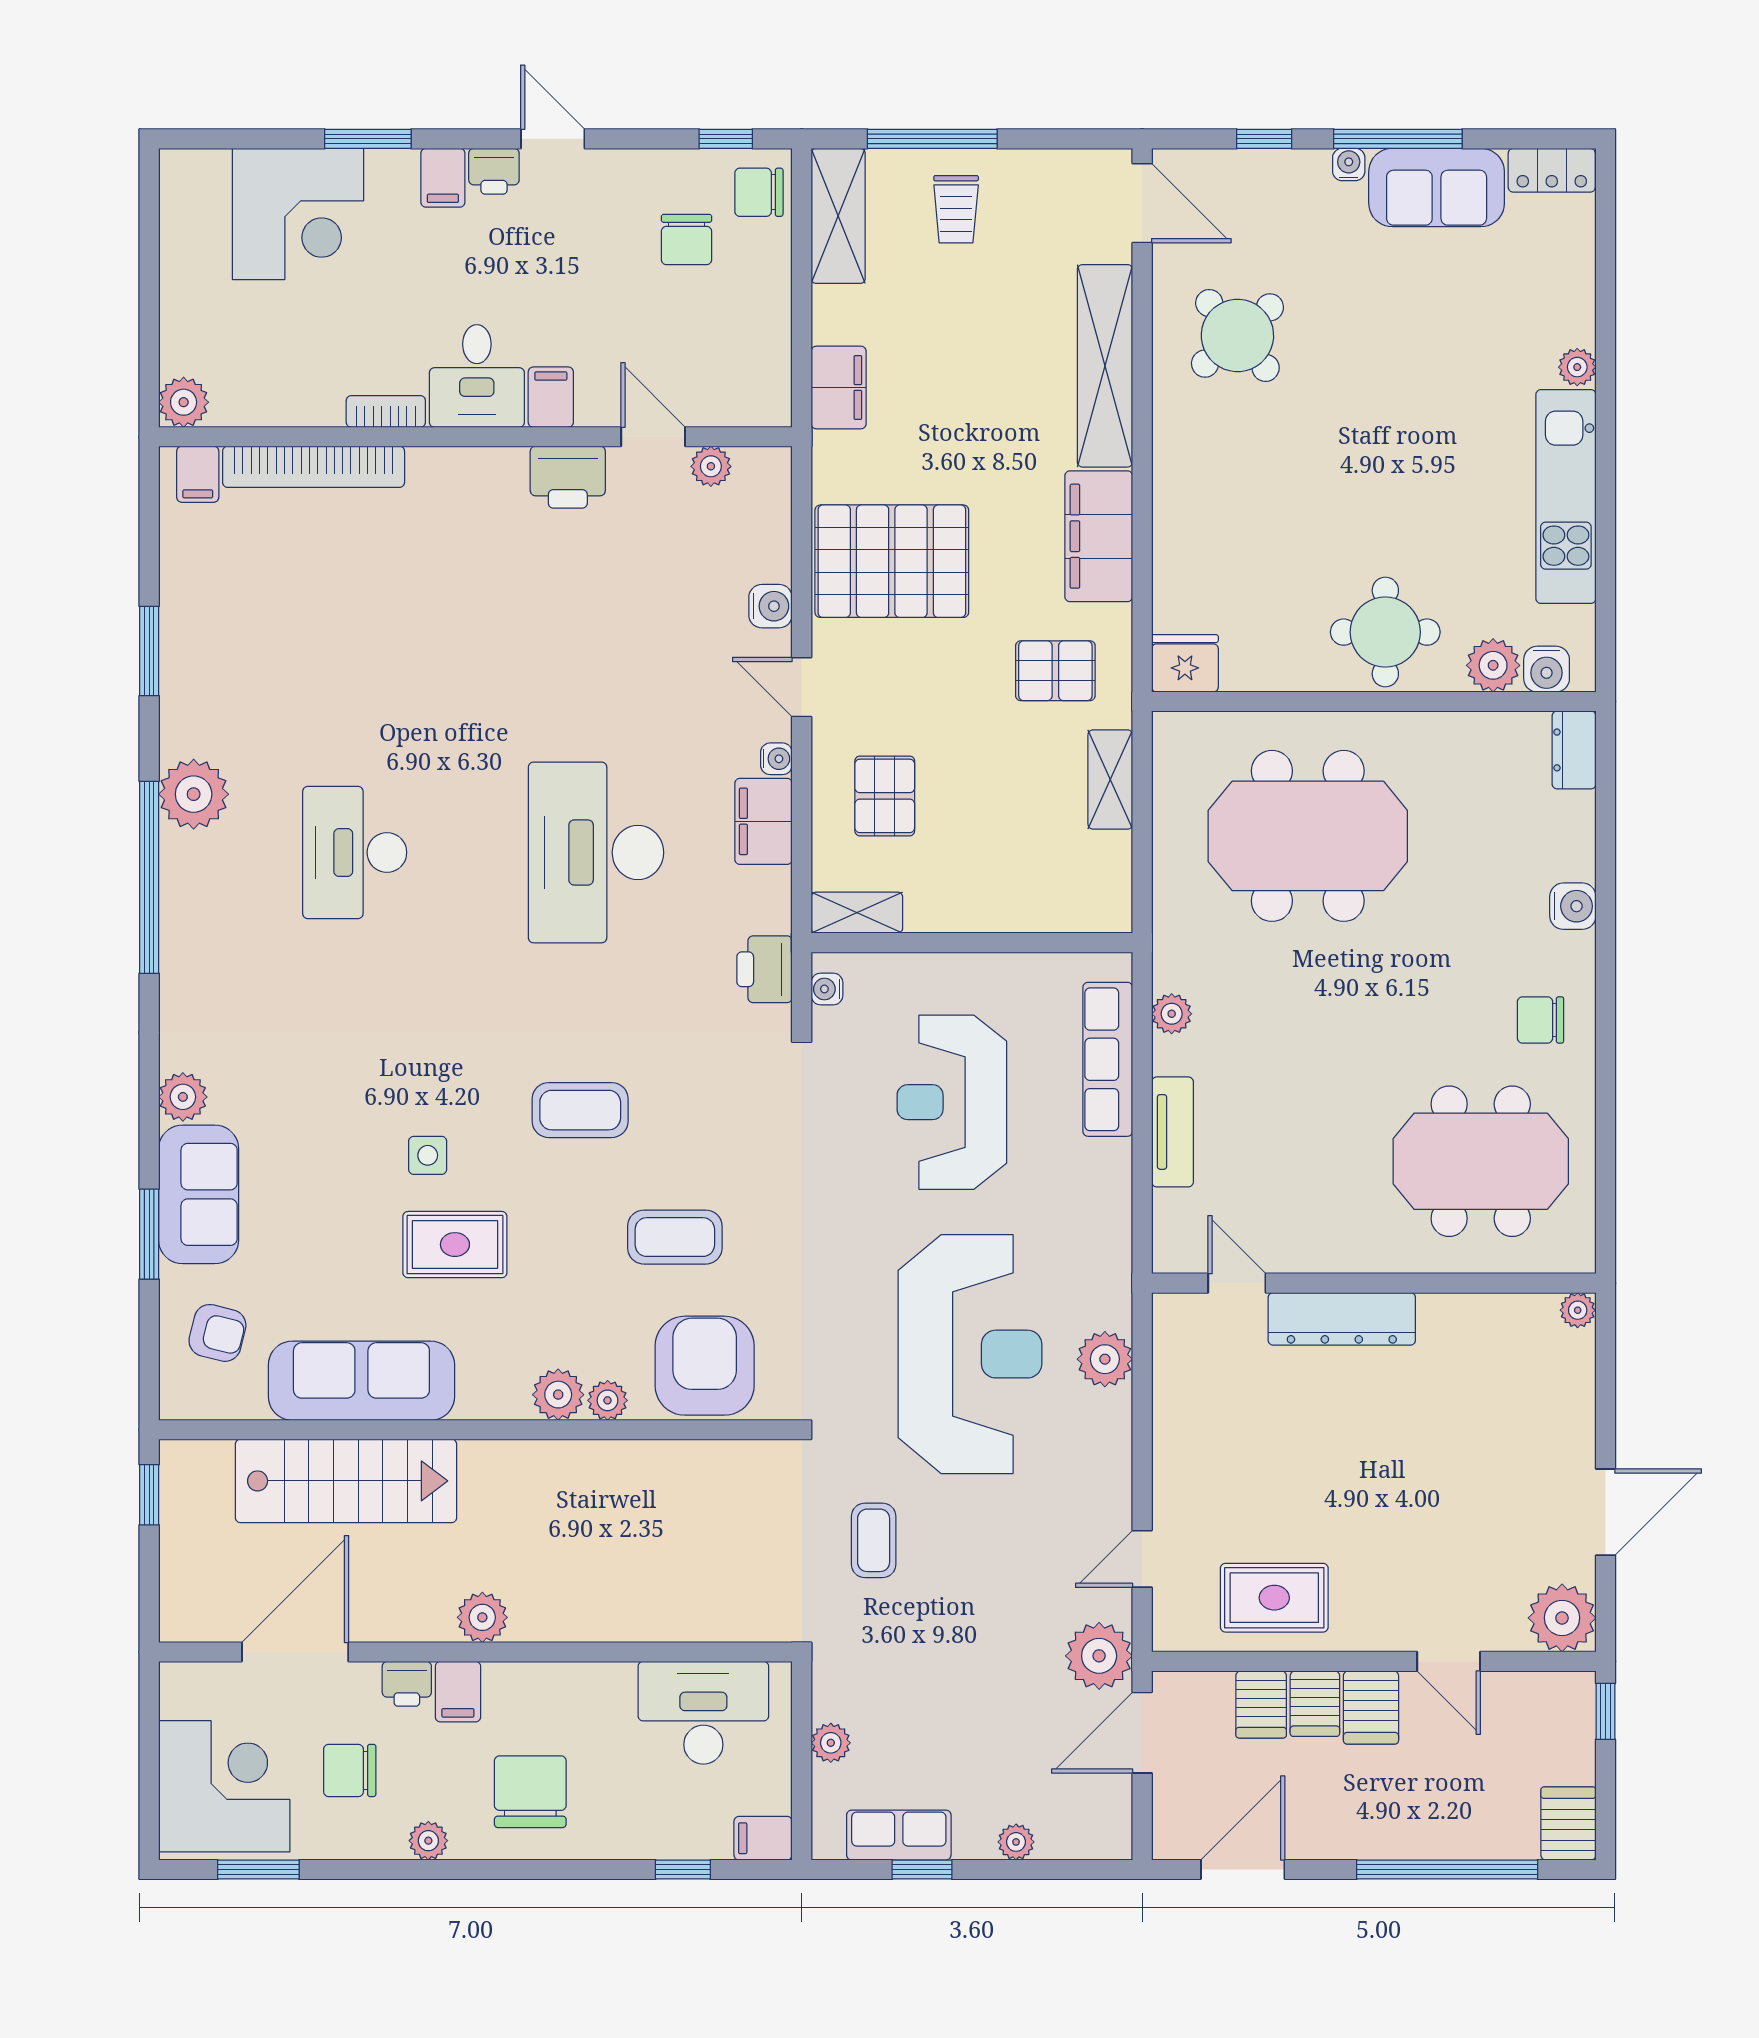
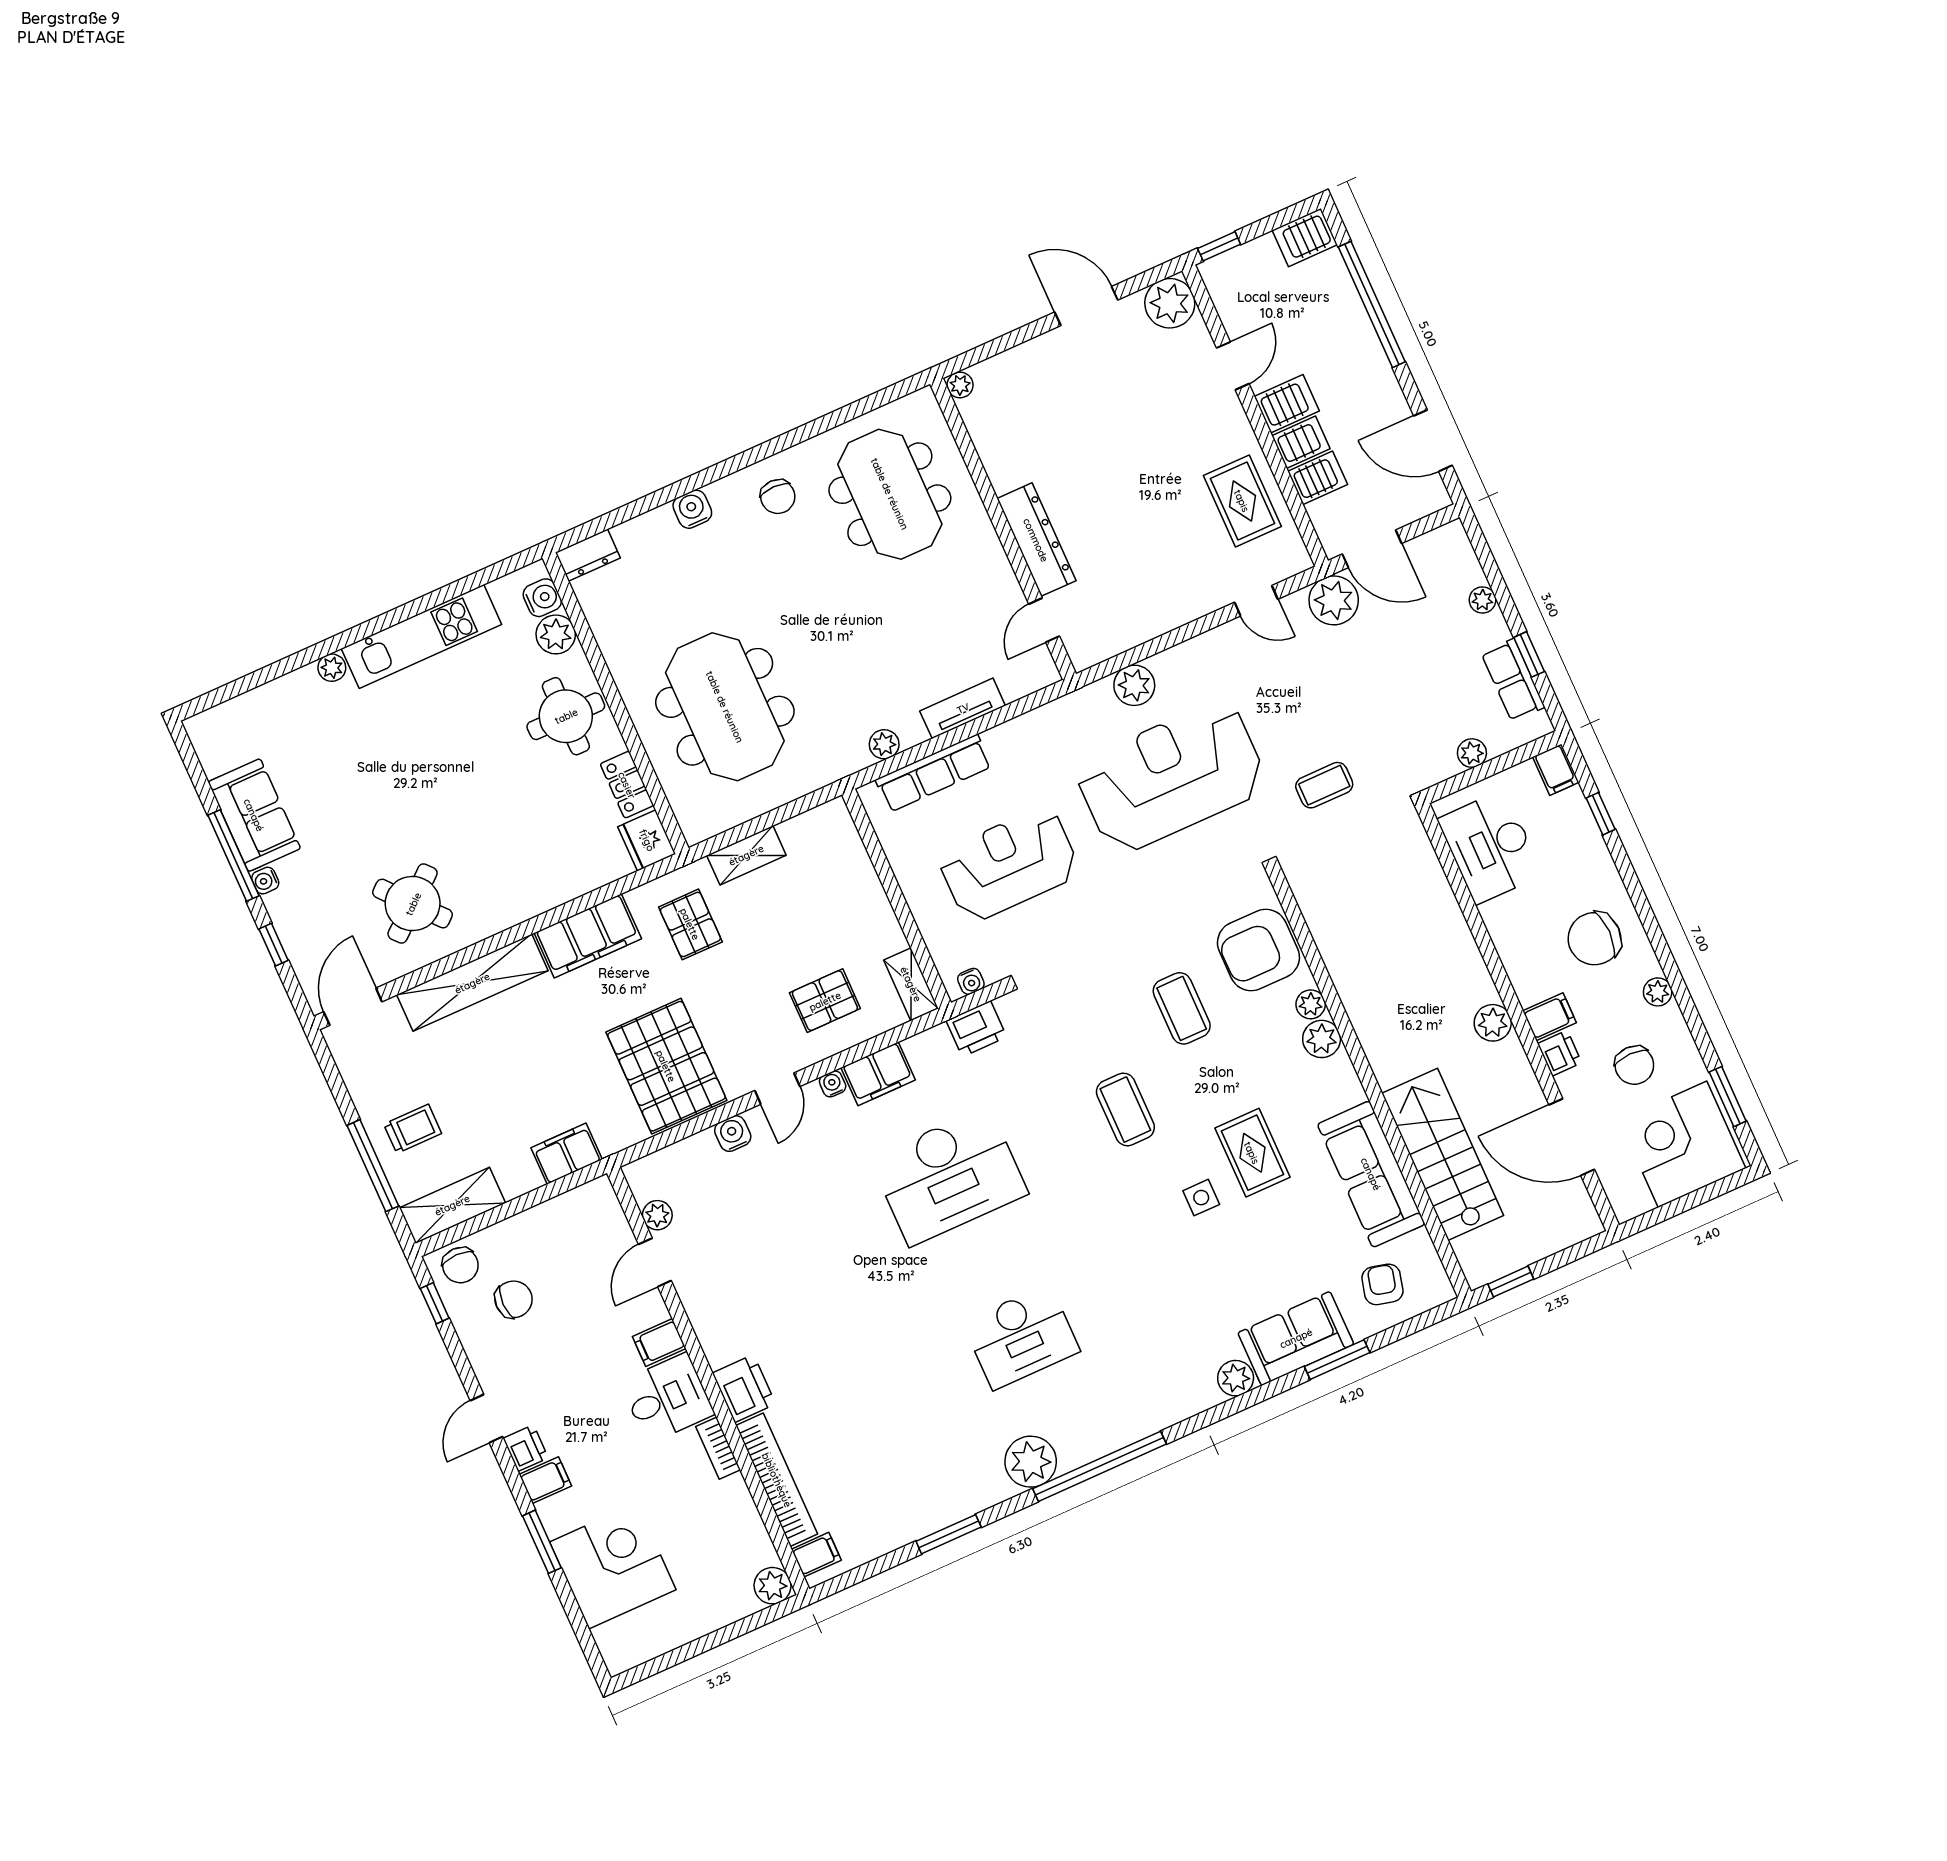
locker: (1552, 170) -> (627, 785), moved, turned 180
printer: (568, 477) -> (744, 1389), moved
reception desk: (952, 1102) -> (1009, 864), turned 180

